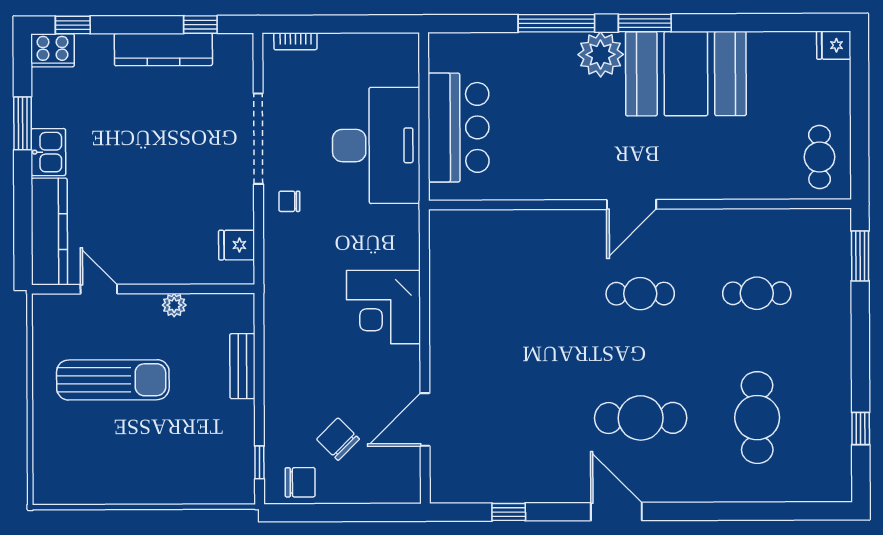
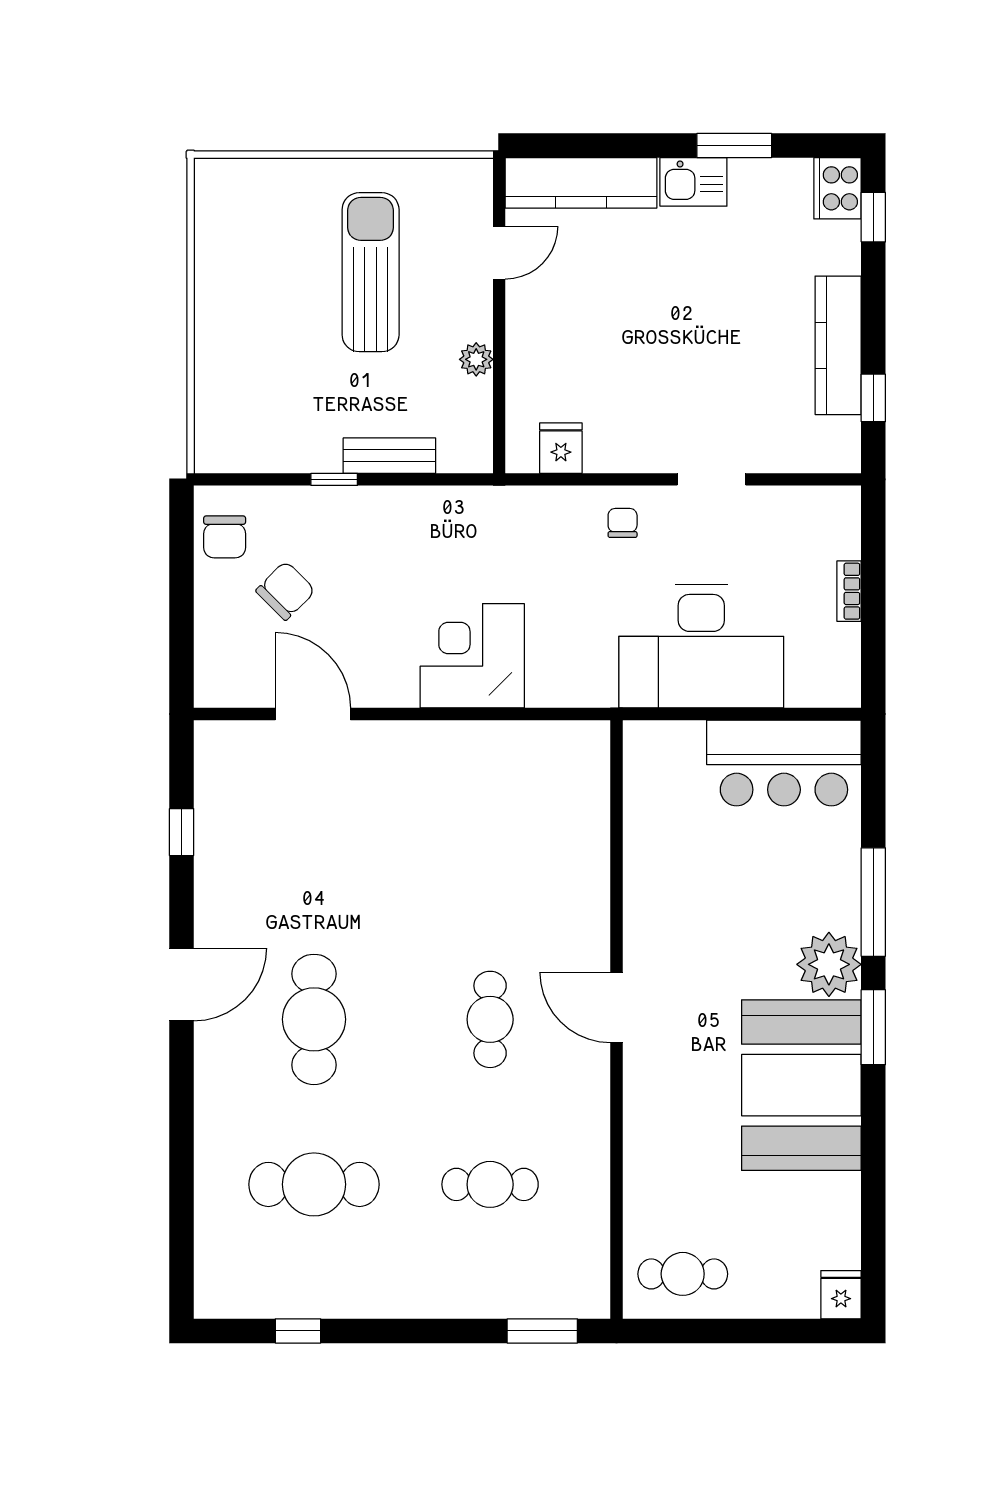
bookcase: (295, 41) -> (849, 591), moved
bar counter: (459, 127) -> (784, 763), moved
doorway: (258, 139) -> (712, 479), width x0.53
cafe table: (757, 293) -> (490, 1184), turned 90
sun lounger: (113, 380) -> (371, 272), turned 180
window: (259, 462) -> (334, 479), moved

